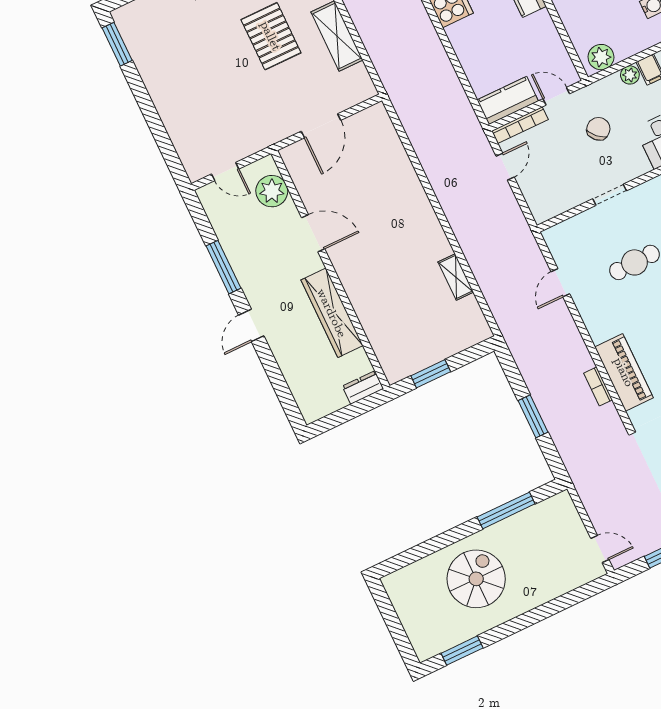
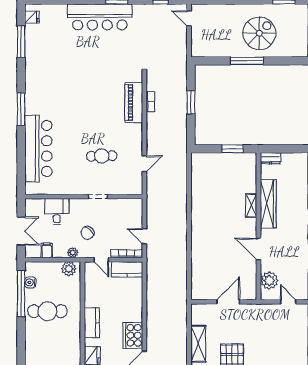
plant: (630, 75) -> (73, 253), moved
door: (505, 167) -> (144, 236), hinge flipped
shelving: (456, 277) -> (251, 206), moved
window: (506, 510) -> (247, 61), moved
spiral stairs: (476, 579) -> (259, 33), turned 180

